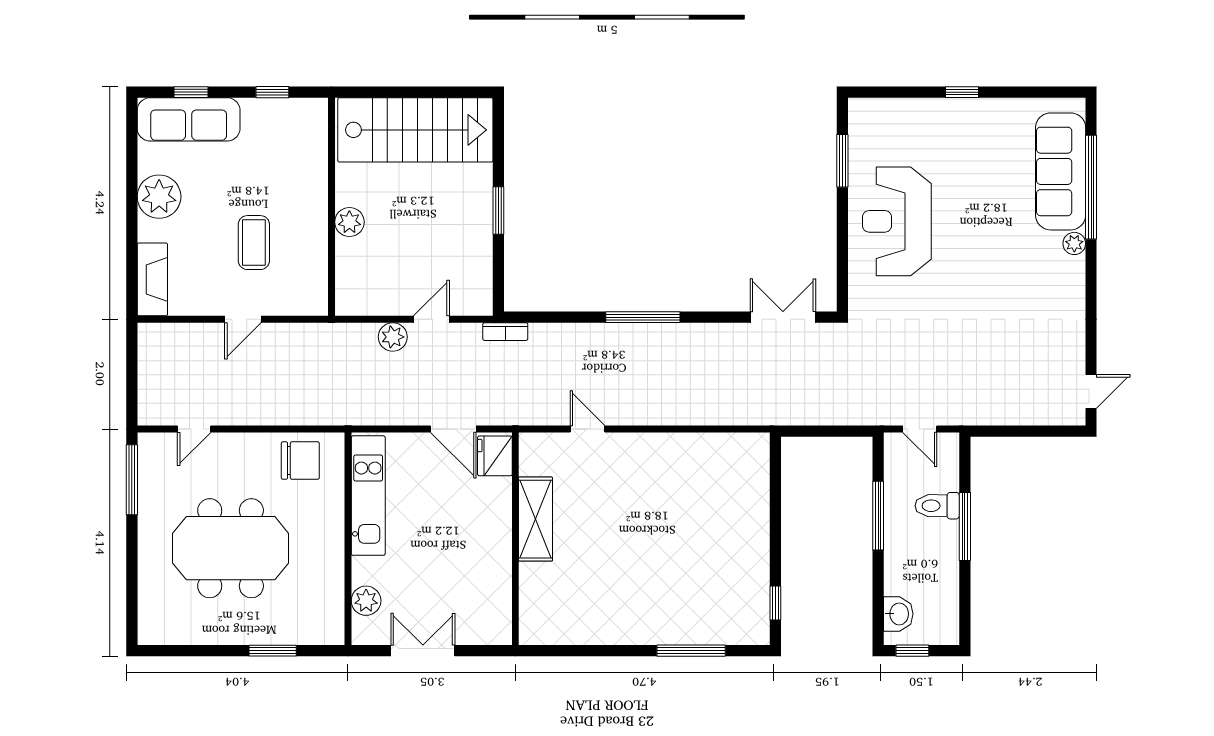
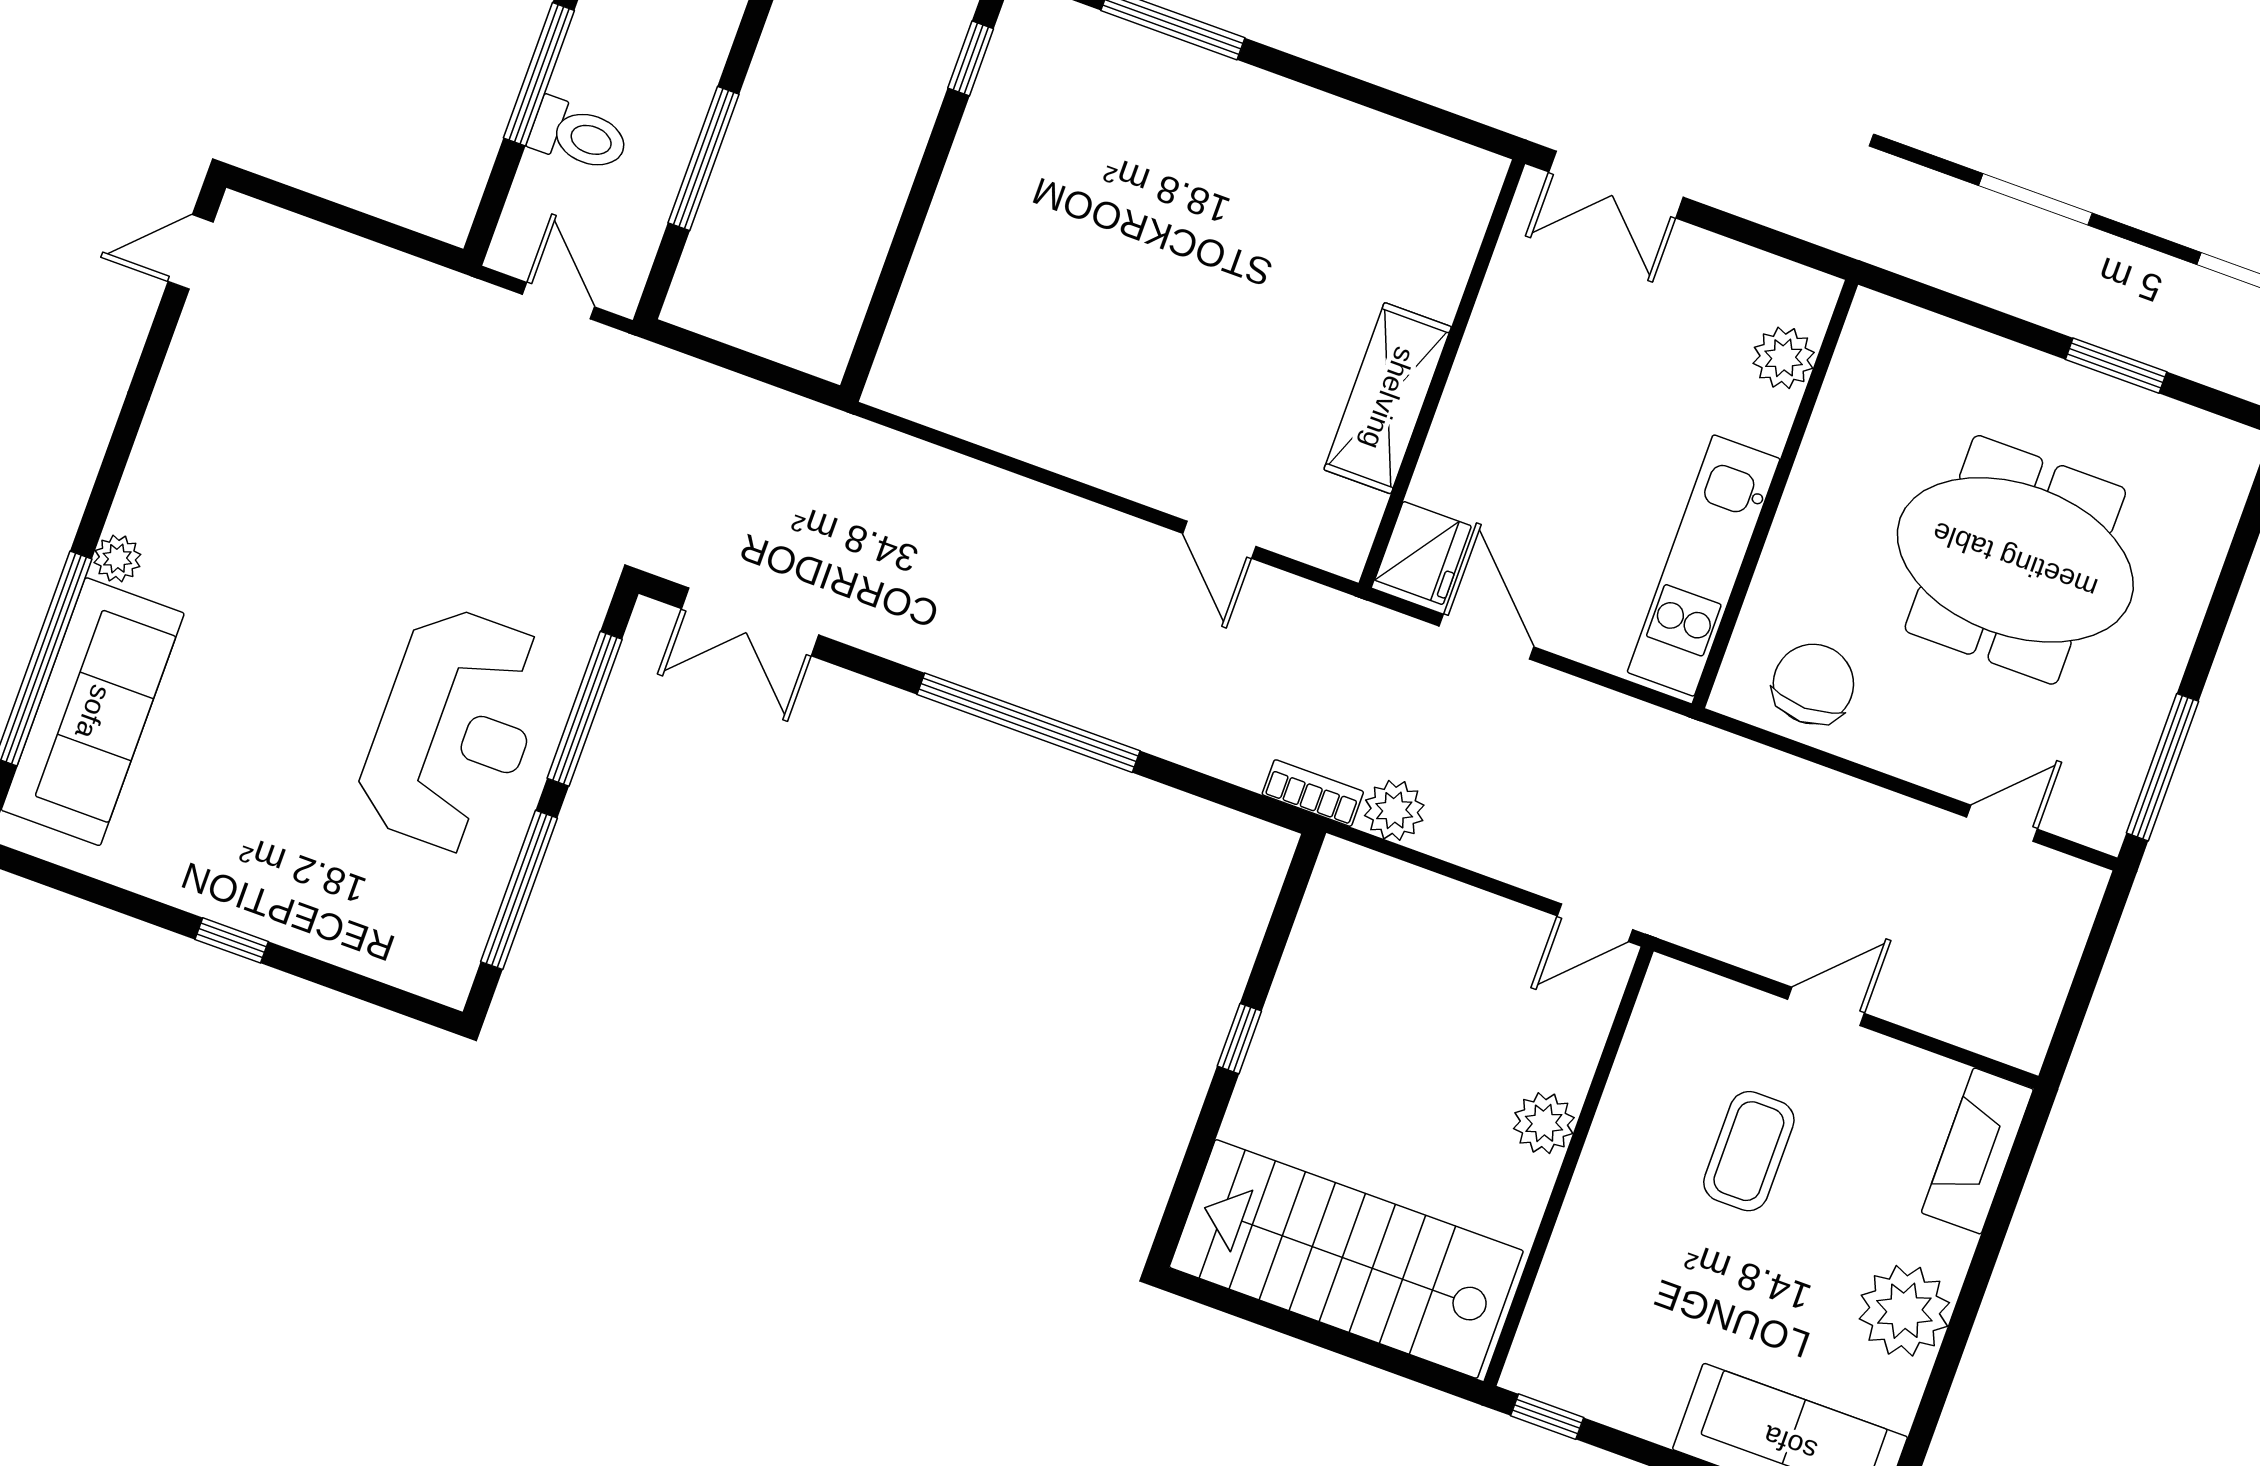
window: (272, 92) -> (1547, 1417), moved
window: (842, 161) -> (519, 890), width x1.44
window: (498, 211) -> (1239, 1039), width x0.67
window: (842, 252) -> (585, 709), added
window: (643, 317) -> (1029, 723), width x1.46
door: (431, 319) -> (1595, 923), moved
plant: (393, 337) -> (1394, 810), moved
chair: (300, 461) -> (1813, 684), turned 90
window: (273, 651) -> (2116, 366), moved
double door: (423, 651) -> (1616, 185), moved

